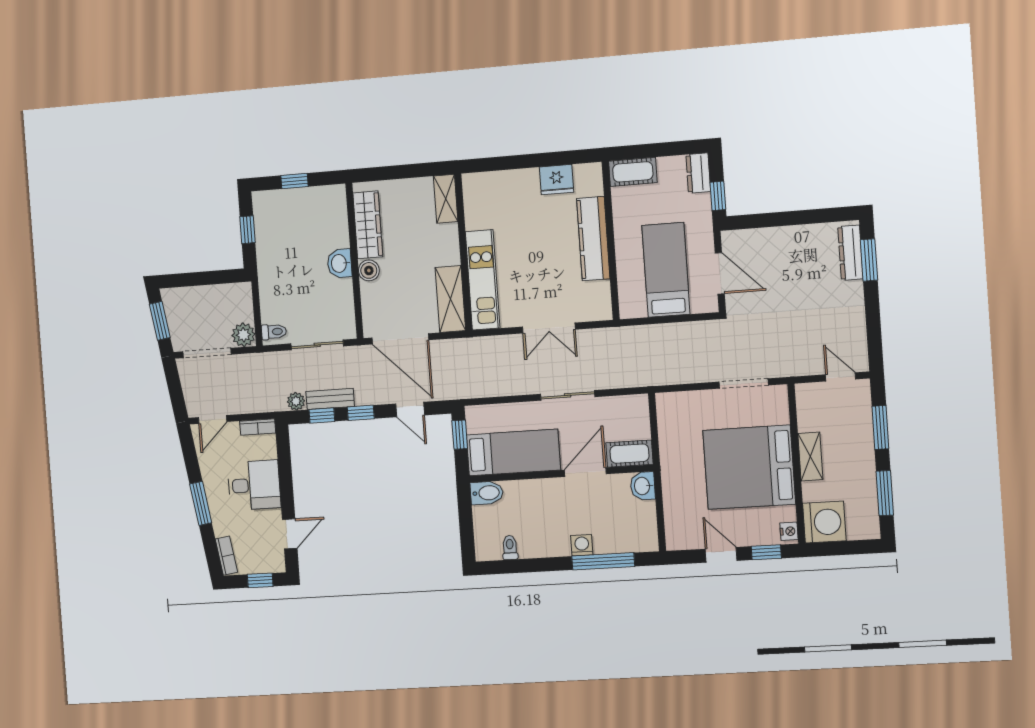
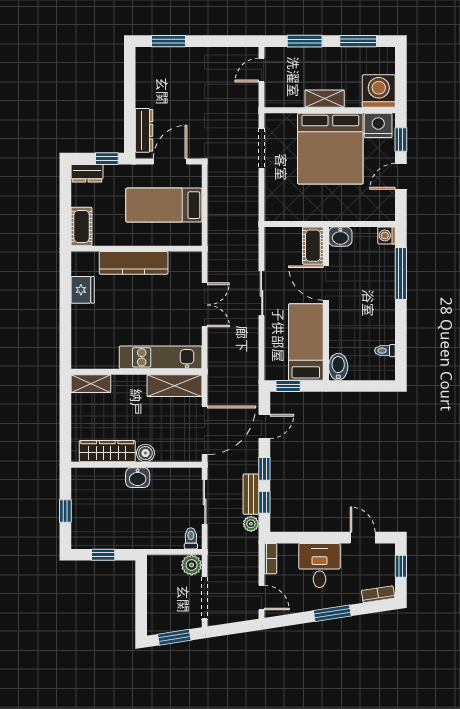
dresser: (850, 253) -> (144, 130), moved, turned -90
nightstand: (789, 531) -> (378, 125), width x1.89, depth x1.79
washing machine: (582, 545) -> (386, 235), moved

